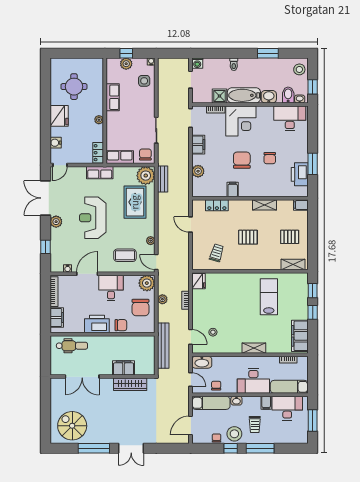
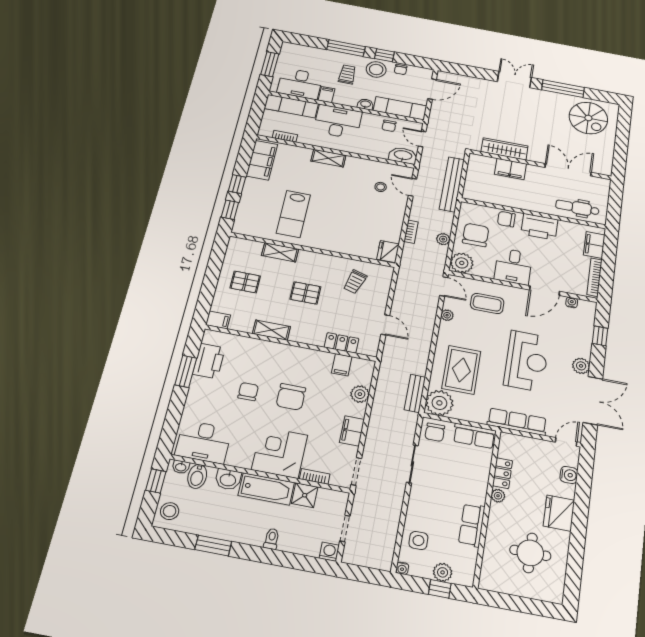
locker: (98, 153) -> (503, 473), moved
row of seats: (100, 173) -> (517, 422), width x1.48
filing cabinet: (233, 189) -> (342, 365), moved
shelving: (293, 265) -> (280, 252), moved

